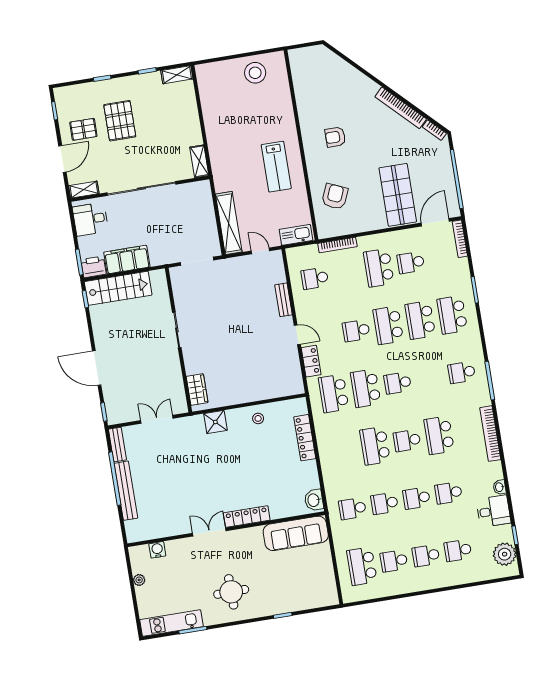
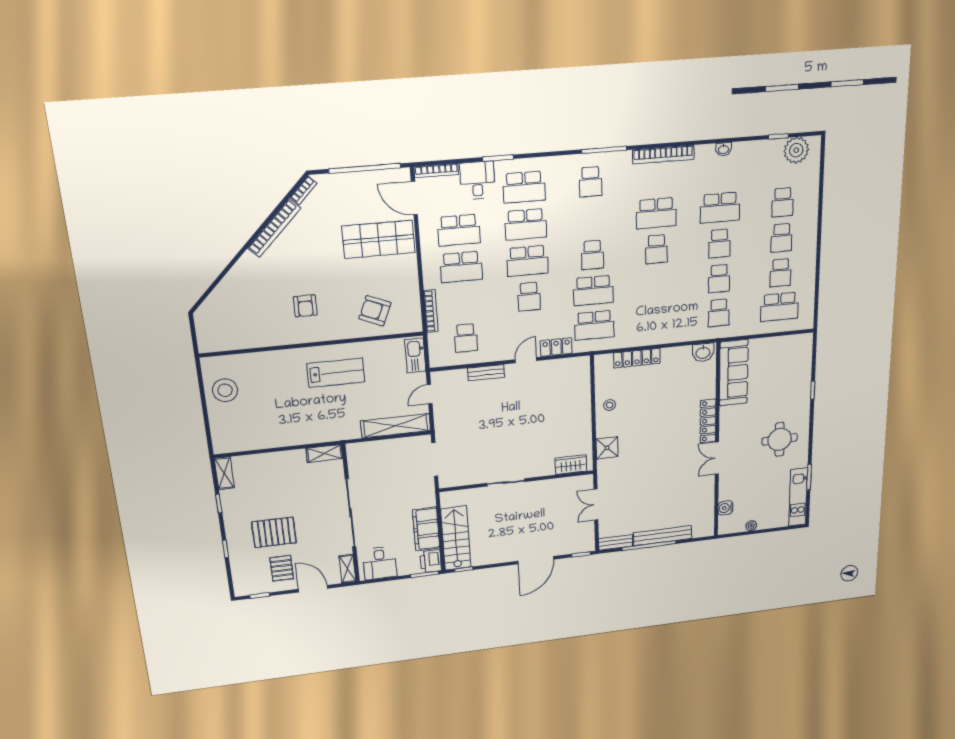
school desk: (411, 263) -> (459, 230), width x1.85
school desk: (375, 446) -> (657, 284), removed
school desk: (448, 493) -> (720, 208), width x1.85
desk: (493, 511) -> (477, 180), moved

